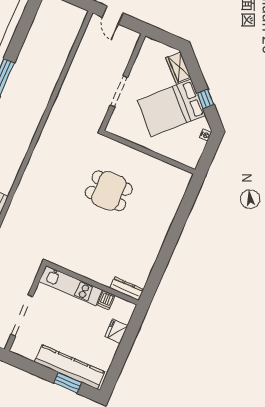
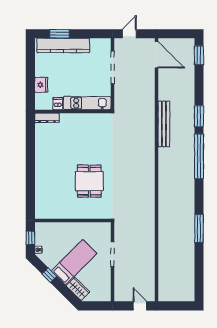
bed: (171, 108) -> (74, 262), width x0.67
window: (209, 154) -> (30, 238), added
dining table: (109, 191) -> (89, 181), turned 90

